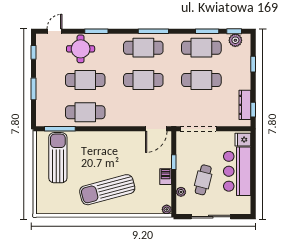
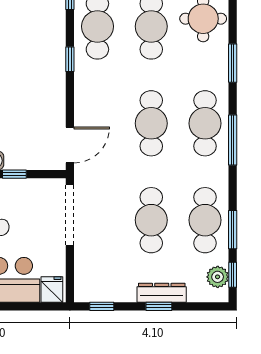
window: (96, 31) -> (233, 63), moved
window: (253, 64) -> (159, 306), moved
dresser: (245, 105) -> (162, 293), moved
window: (105, 129) -> (70, 59), added
door: (156, 129) -> (70, 145), swing flipped

